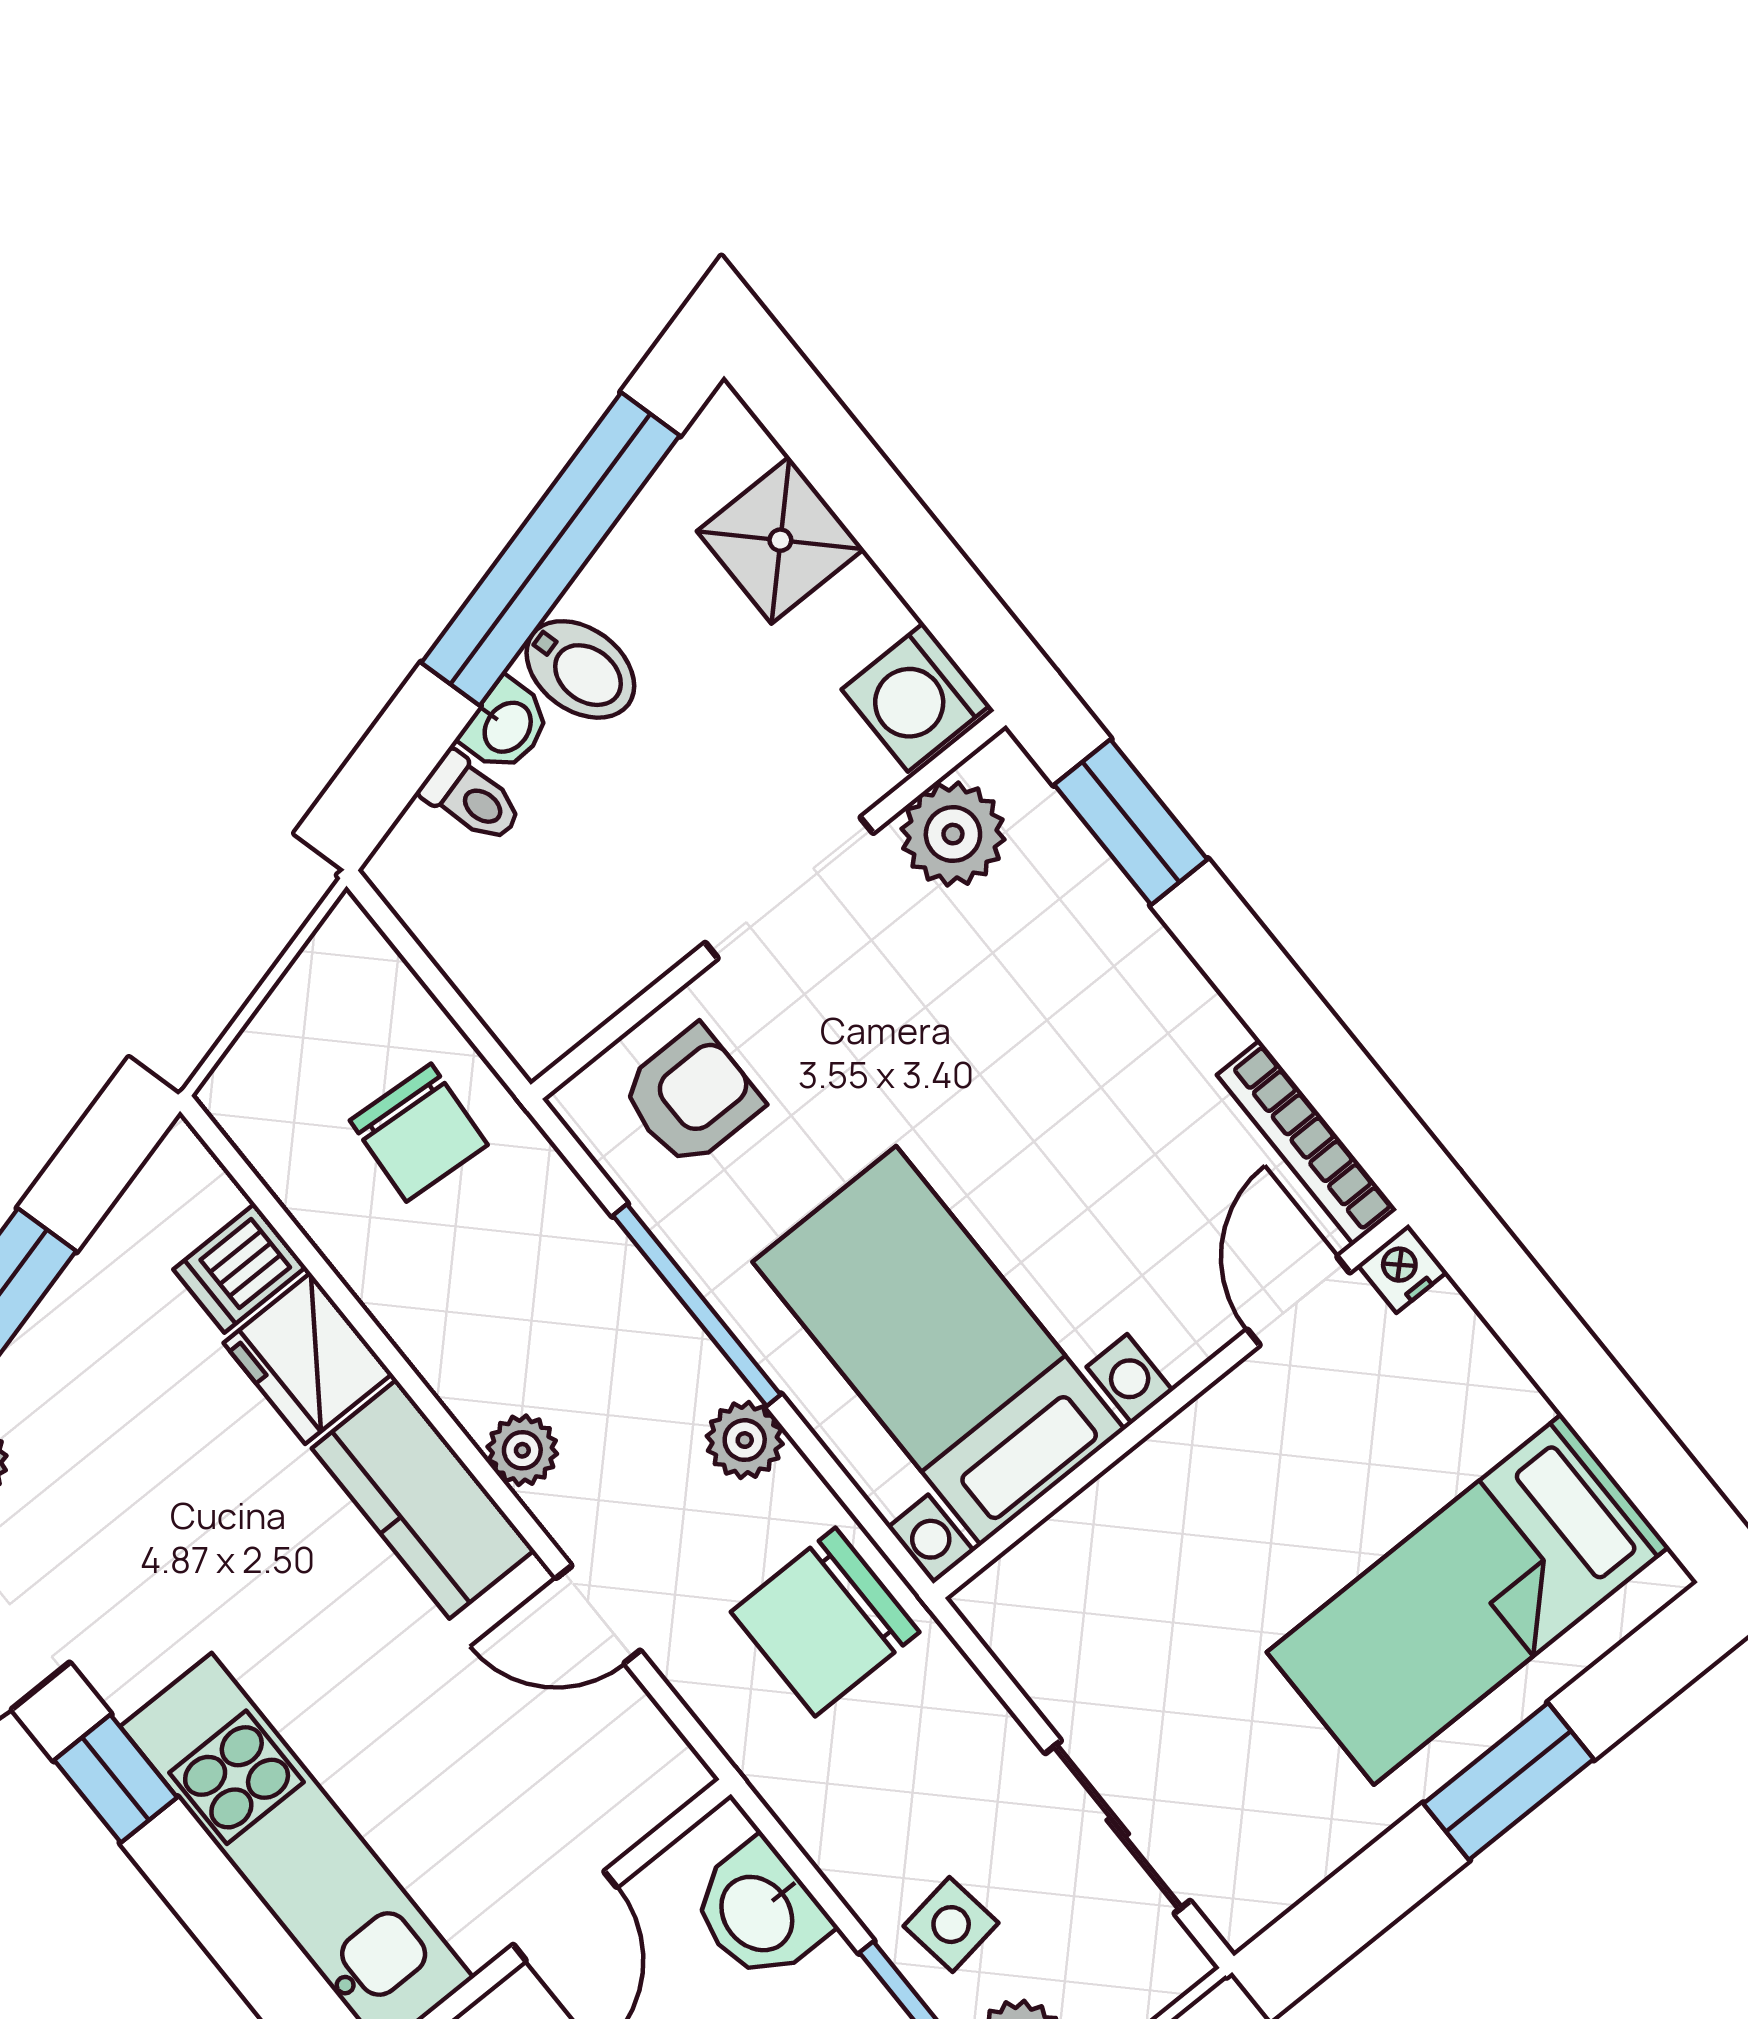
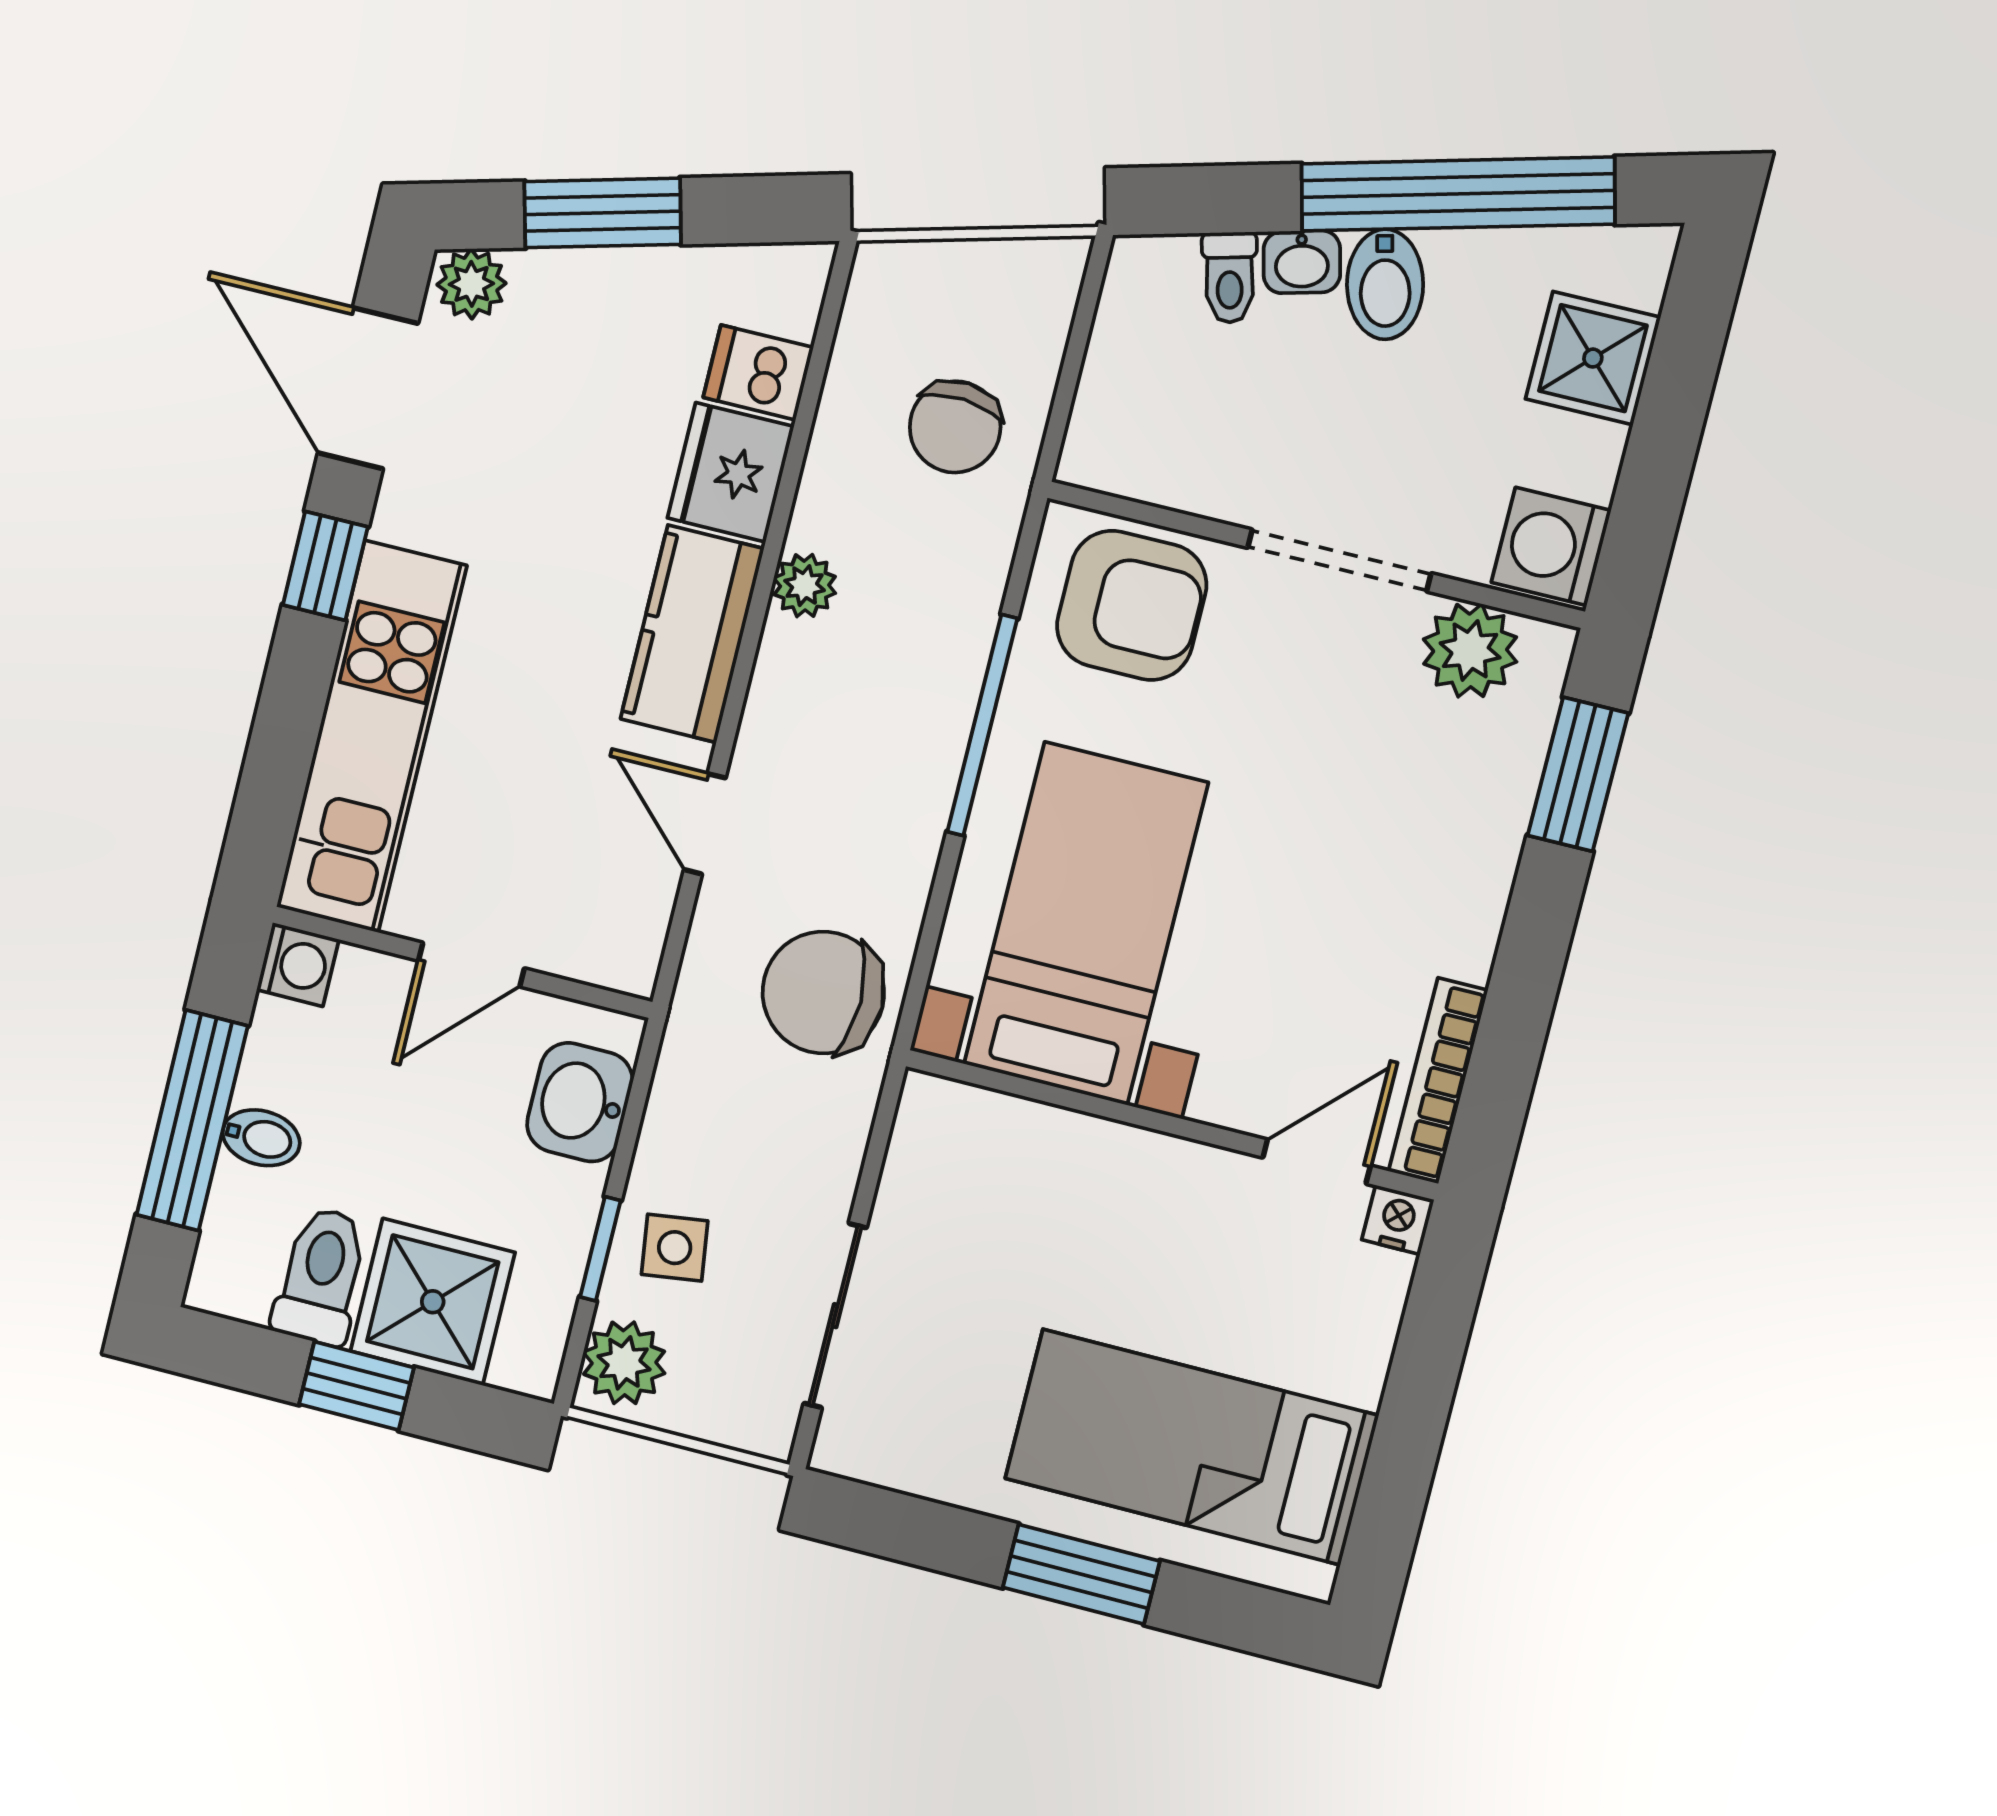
armchair: (691, 1096) -> (1132, 605), width x1.38, depth x1.38
plant: (745, 1440) -> (911, 834), removed
plant: (522, 1450) -> (805, 586), moved

